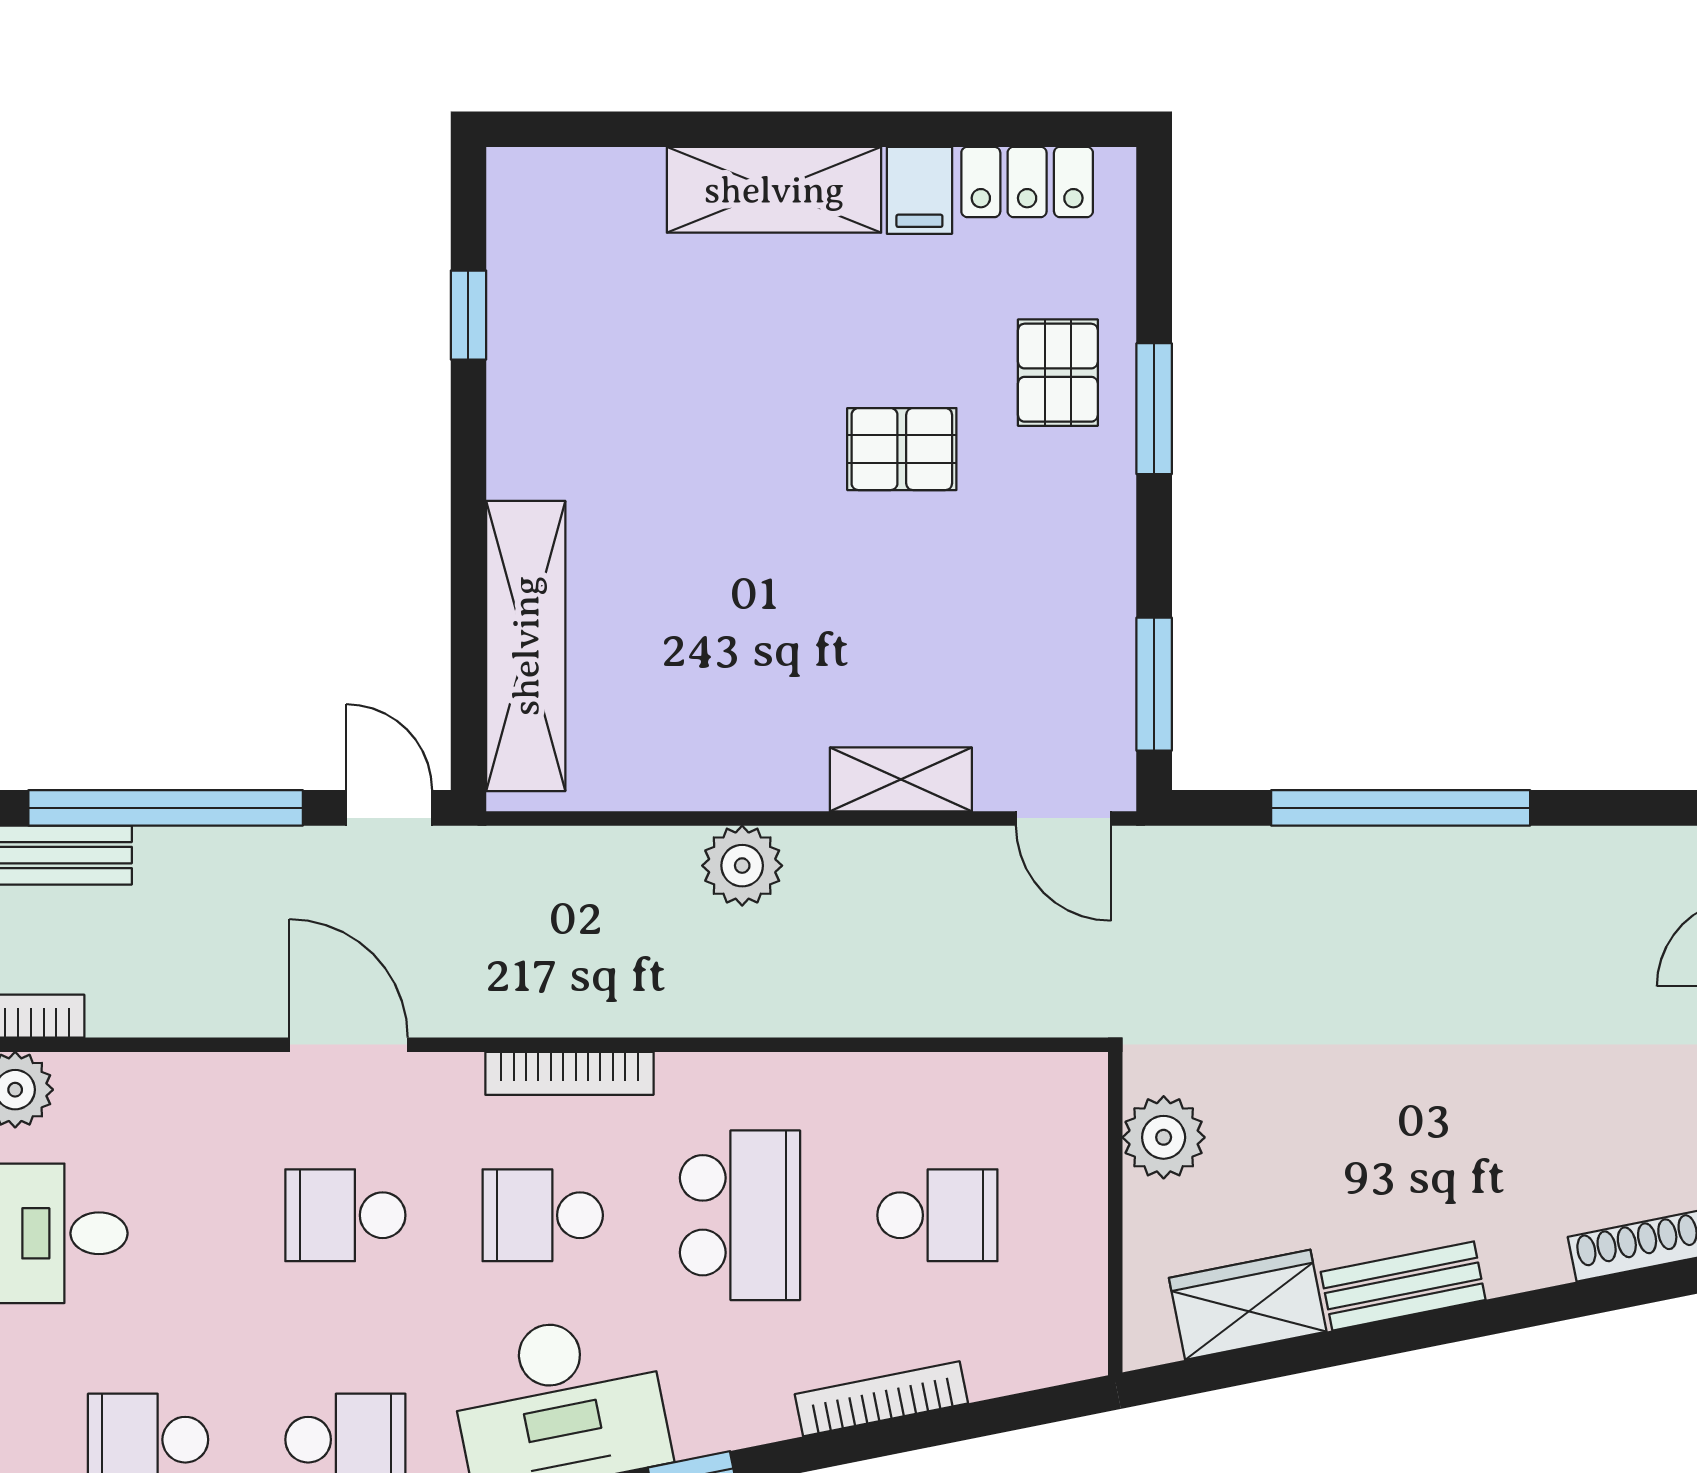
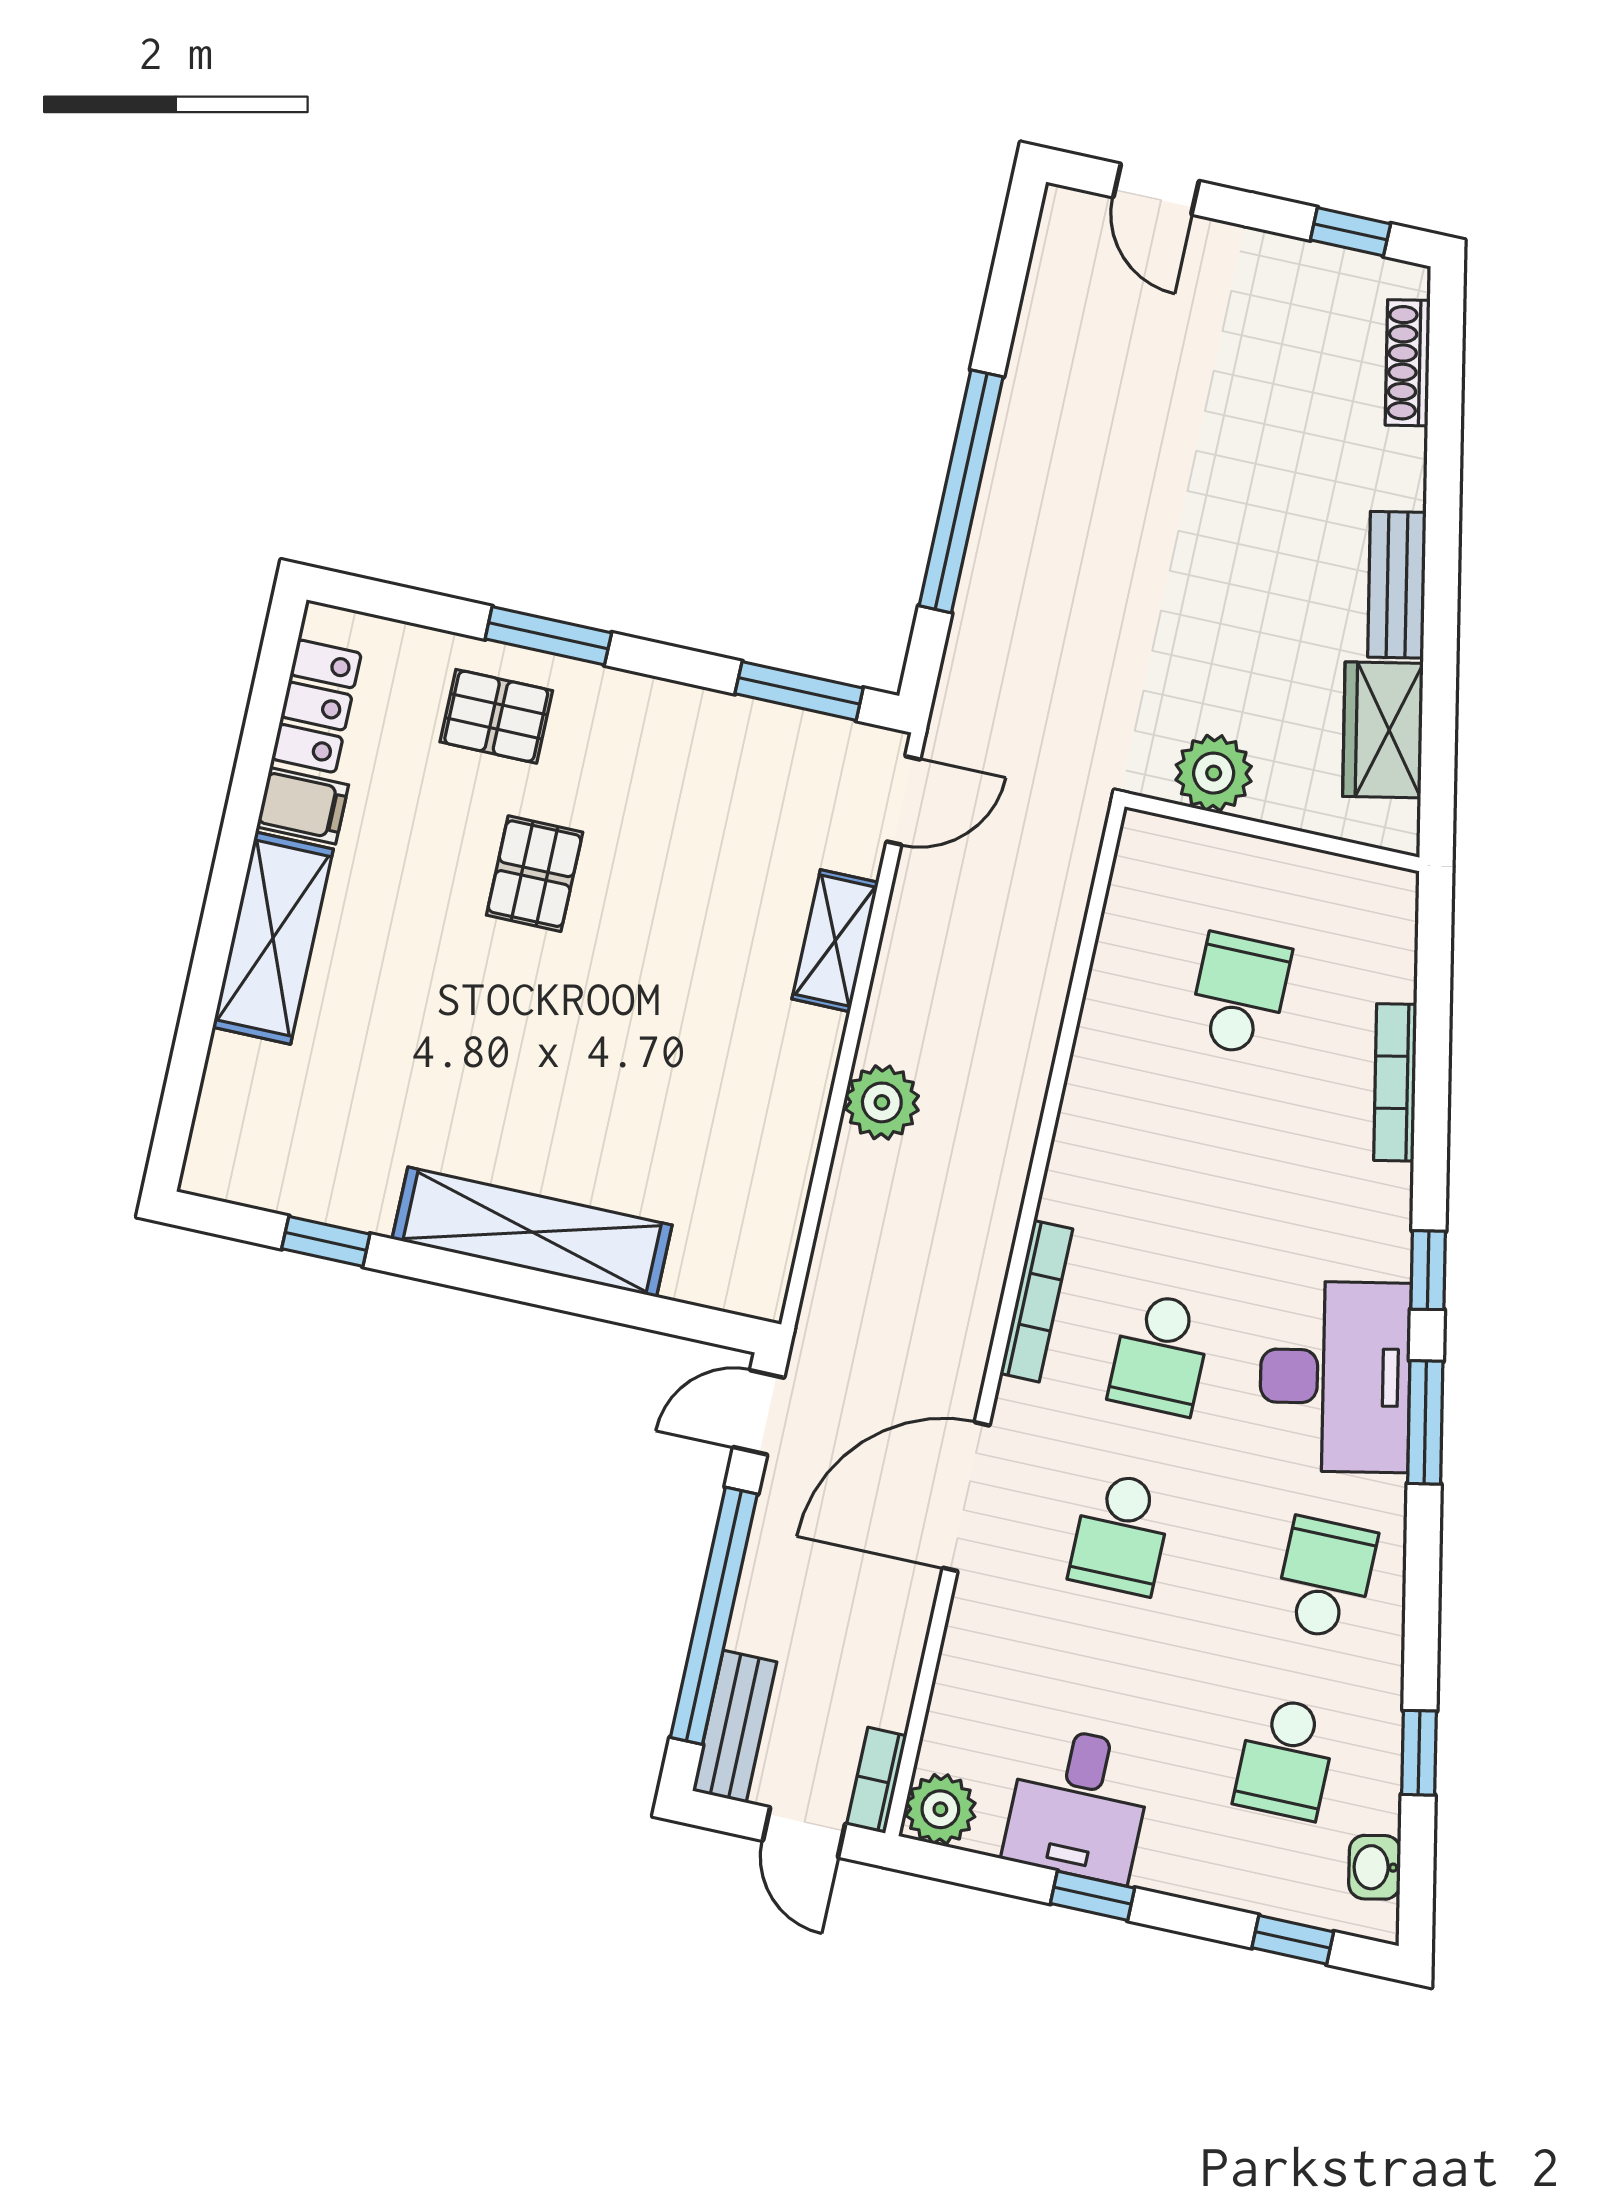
shelving: (526, 646) -> (532, 1232), moved
door: (349, 1045) -> (966, 1497), width x1.36
school desk: (740, 1215) -> (1200, 1174), removed

